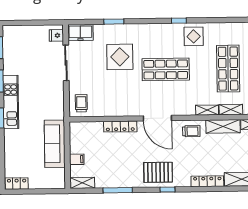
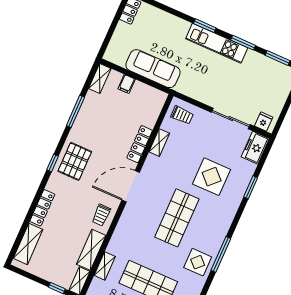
window: (179, 21) -> (221, 254), width x2.17
shelving: (207, 110) -> (159, 143), moved

